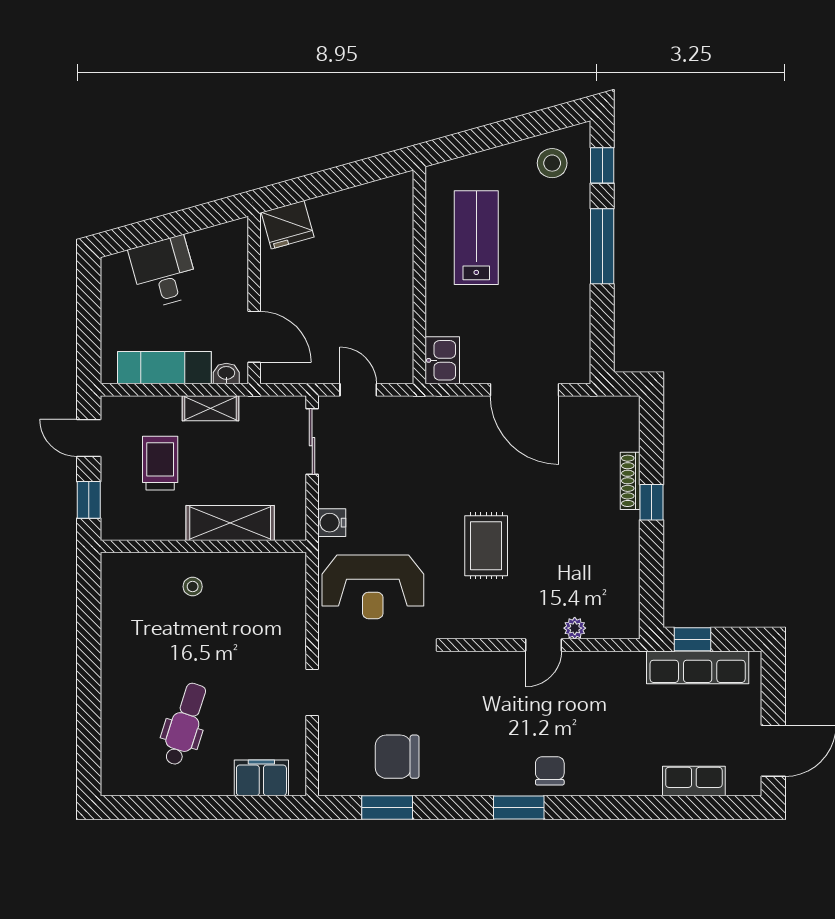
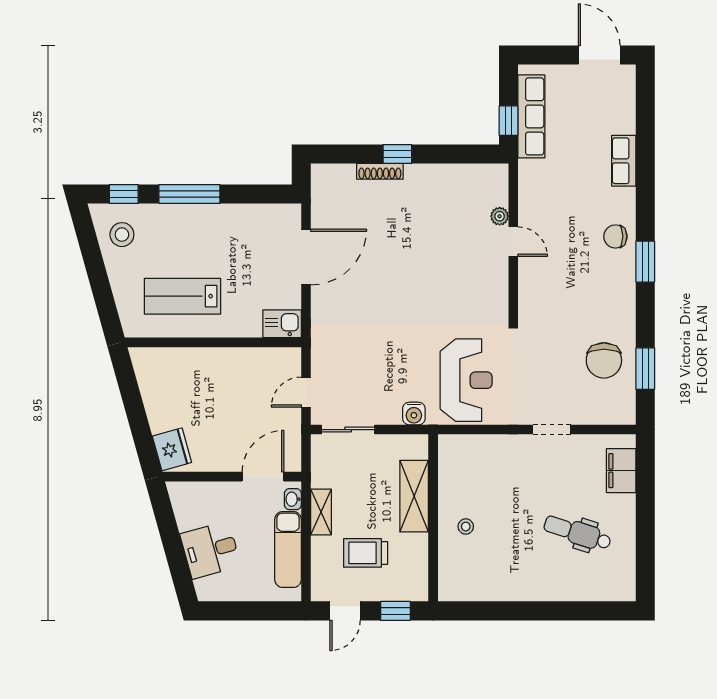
rug: (486, 546) -> (433, 288), removed
row of seats: (694, 781) -> (624, 161), moved

